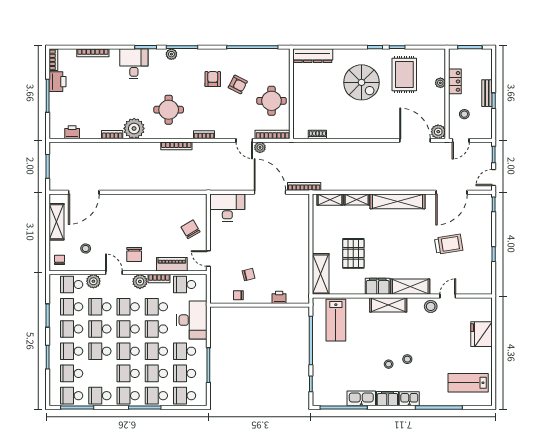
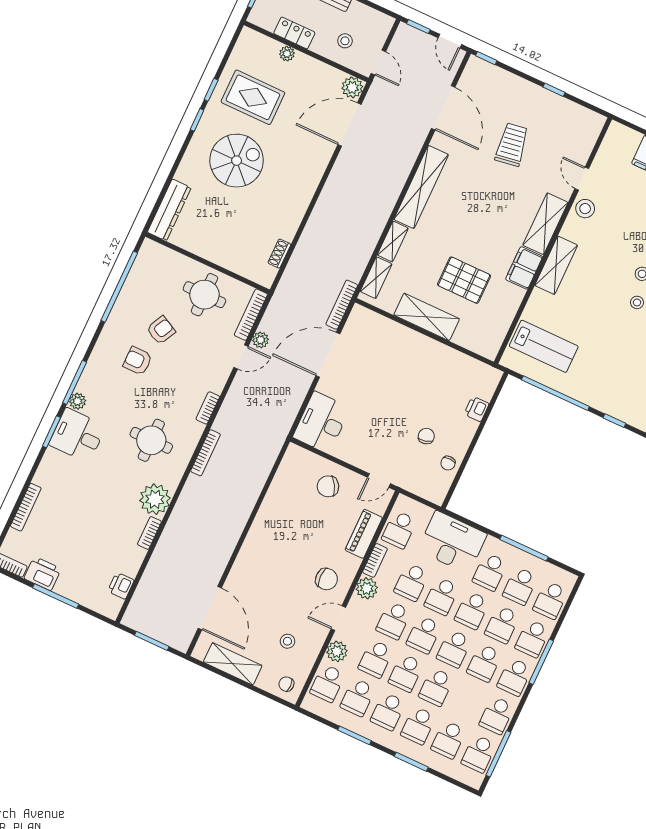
desk: (134, 64) -> (78, 435), moved
shelving: (321, 274) -> (427, 317), moved

